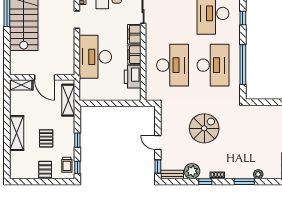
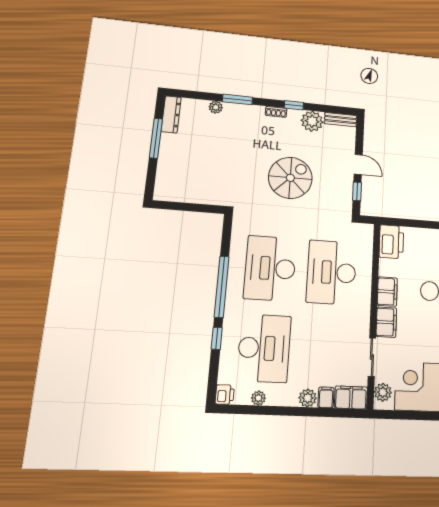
window: (243, 65) -> (222, 287), moved
printer: (133, 77) -> (391, 242), moved
spiral stairs: (204, 128) -> (290, 178), turned 180
window: (158, 167) -> (357, 191), moved

